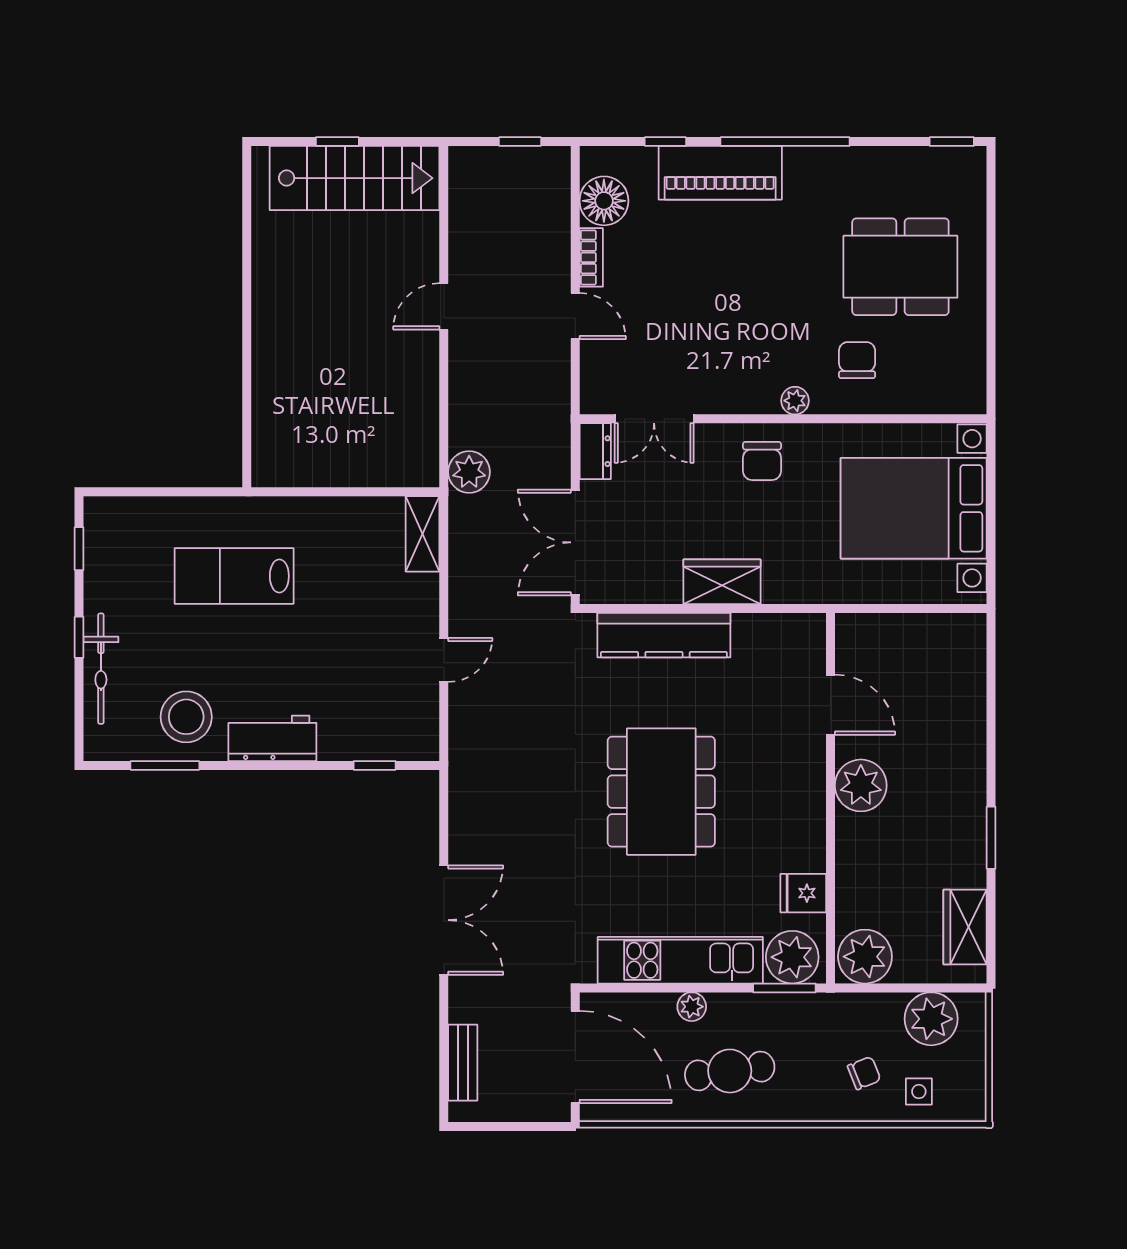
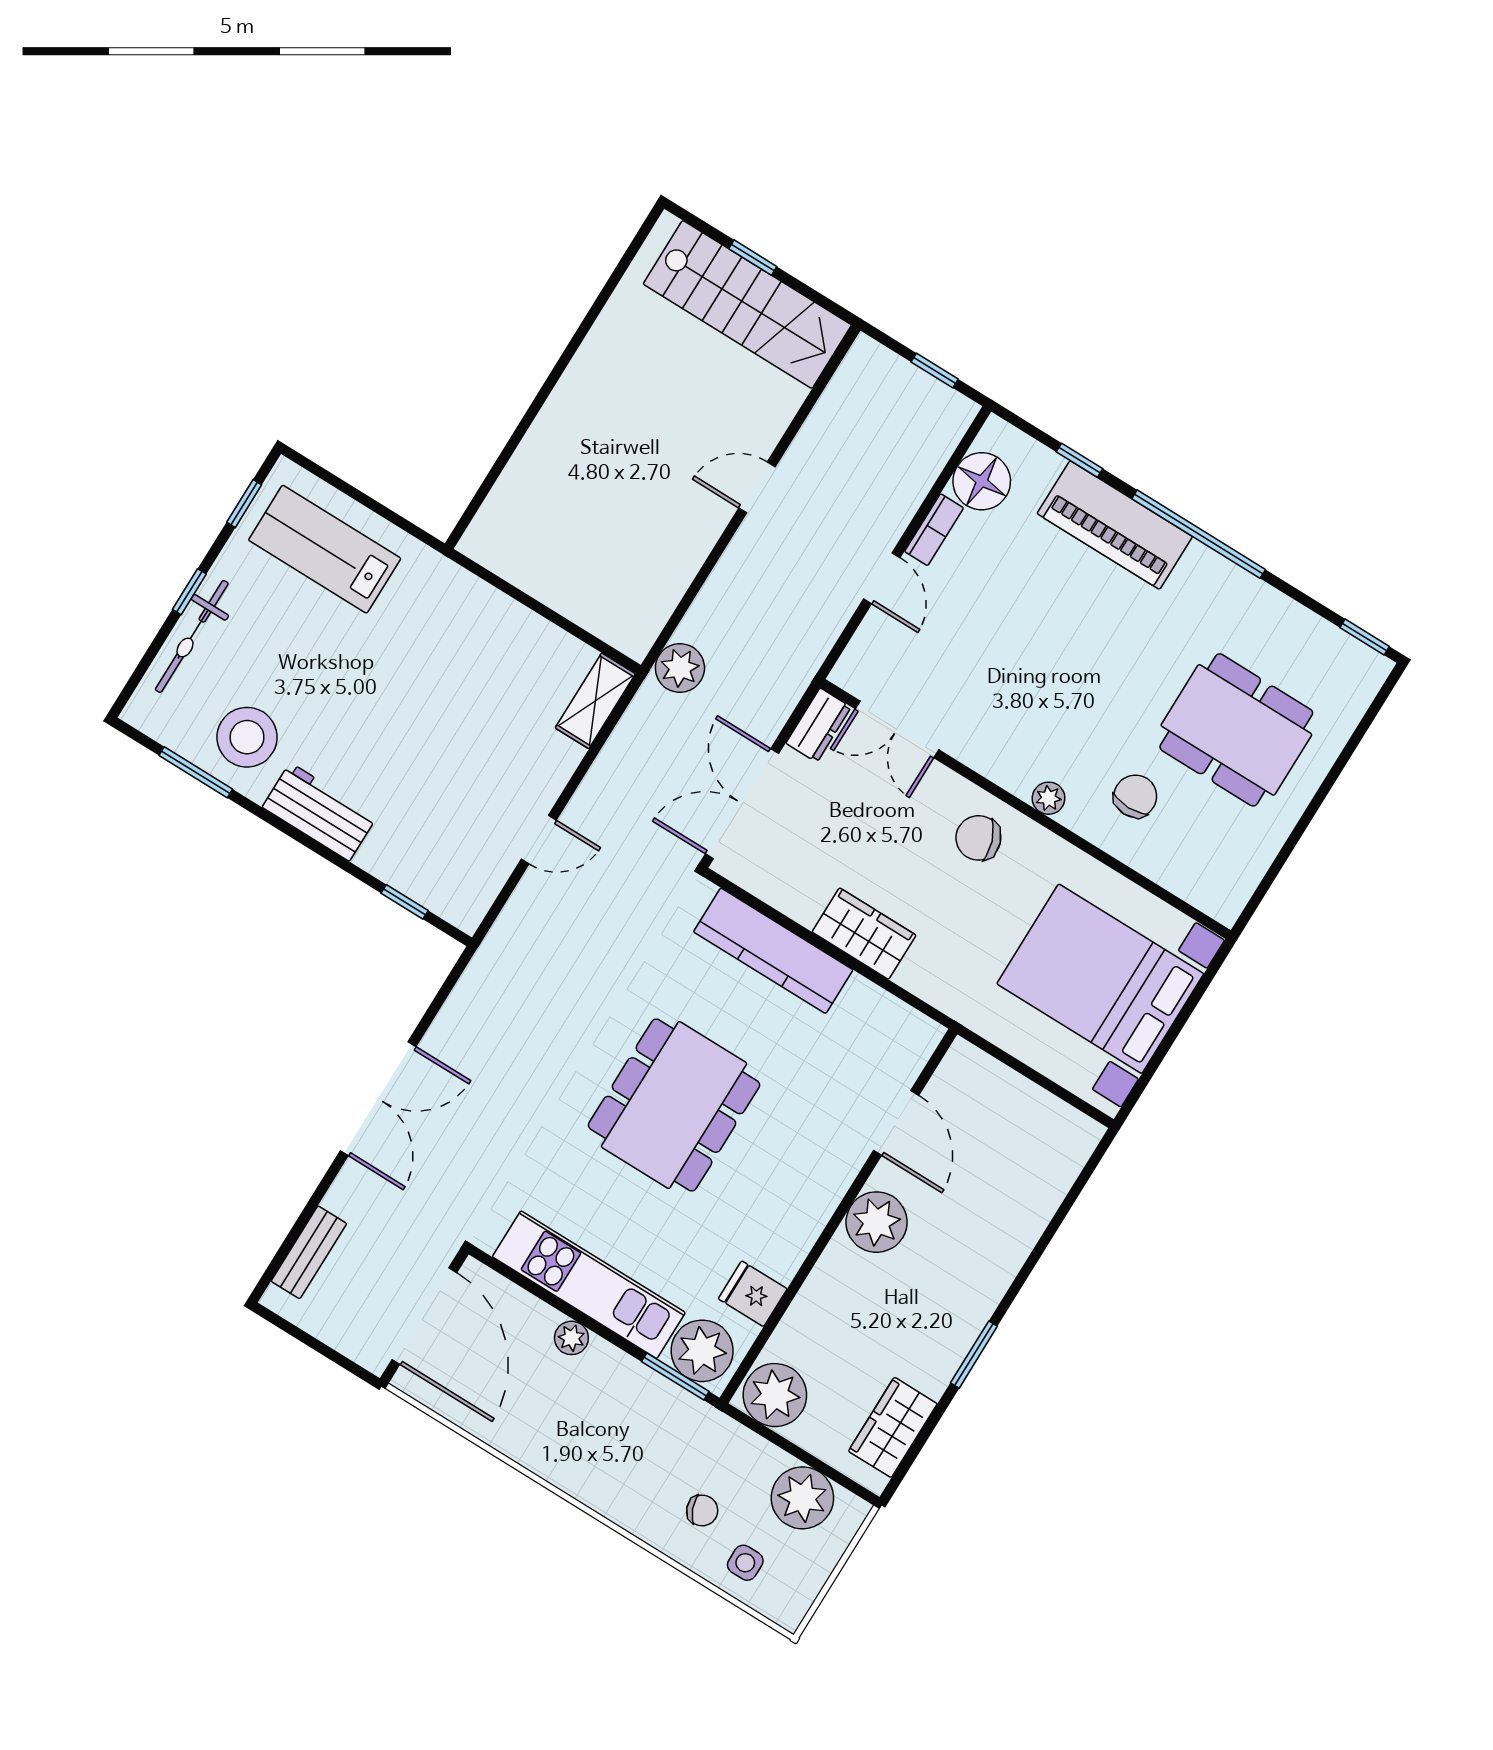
chair: (762, 461) -> (978, 838), turned 71
lab bench: (234, 576) -> (325, 549), moved
cafe table: (730, 1071) -> (570, 1425), removed

